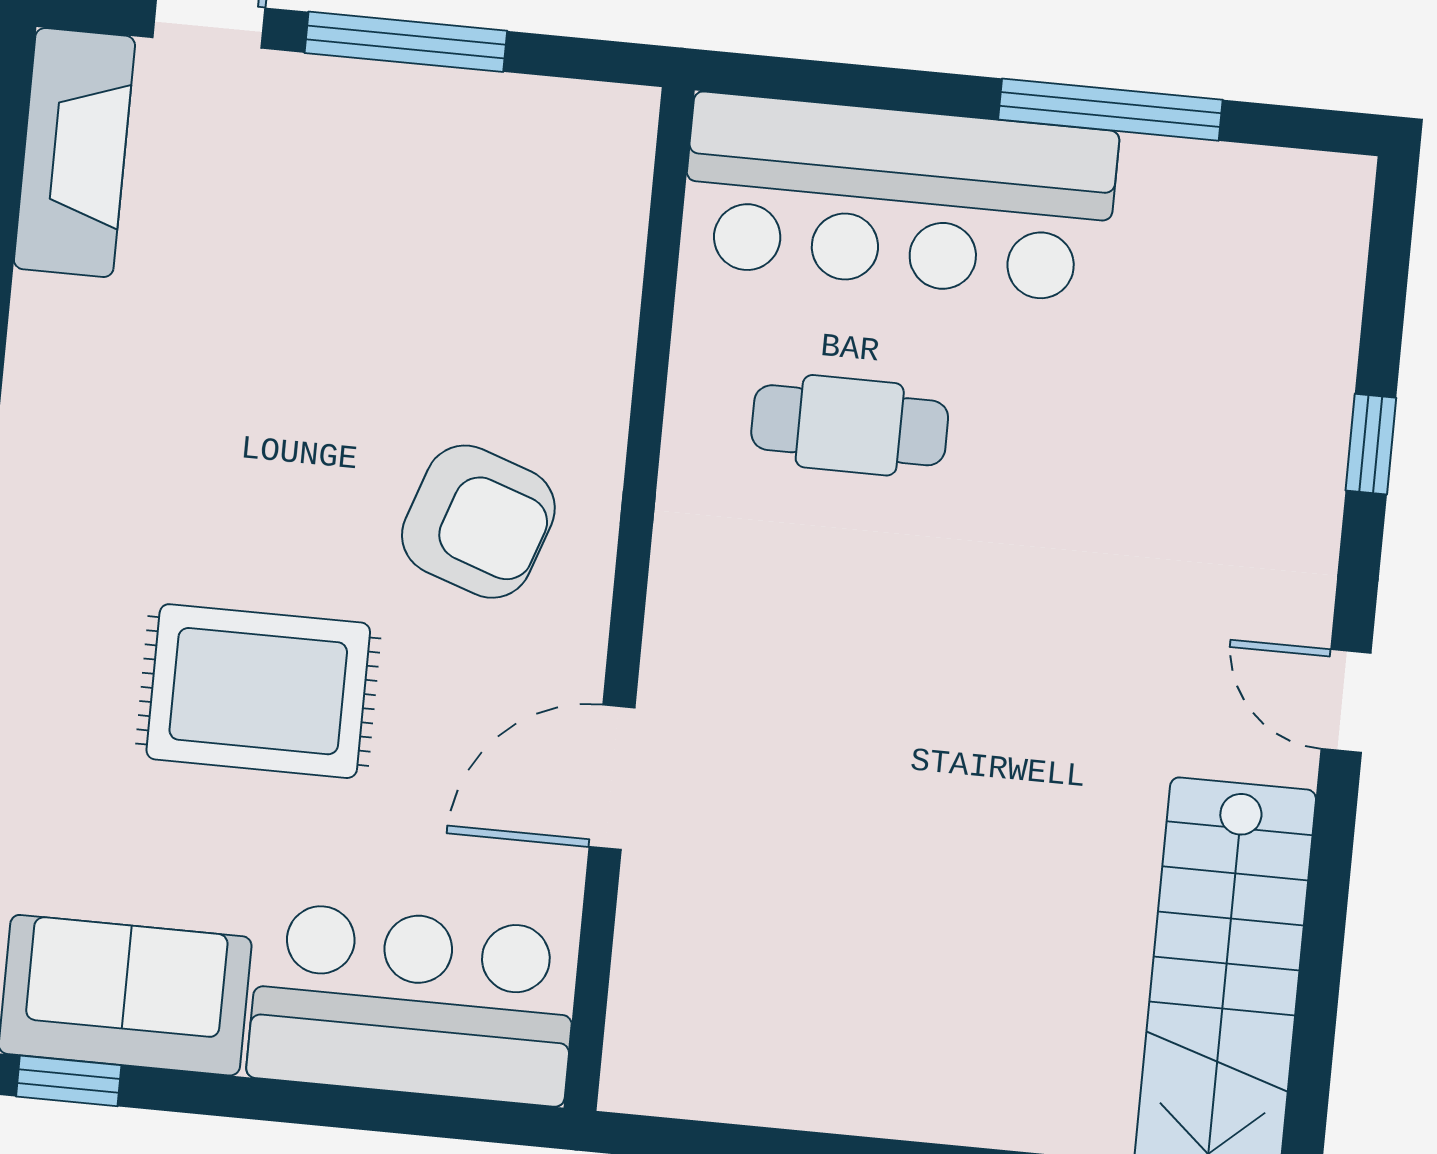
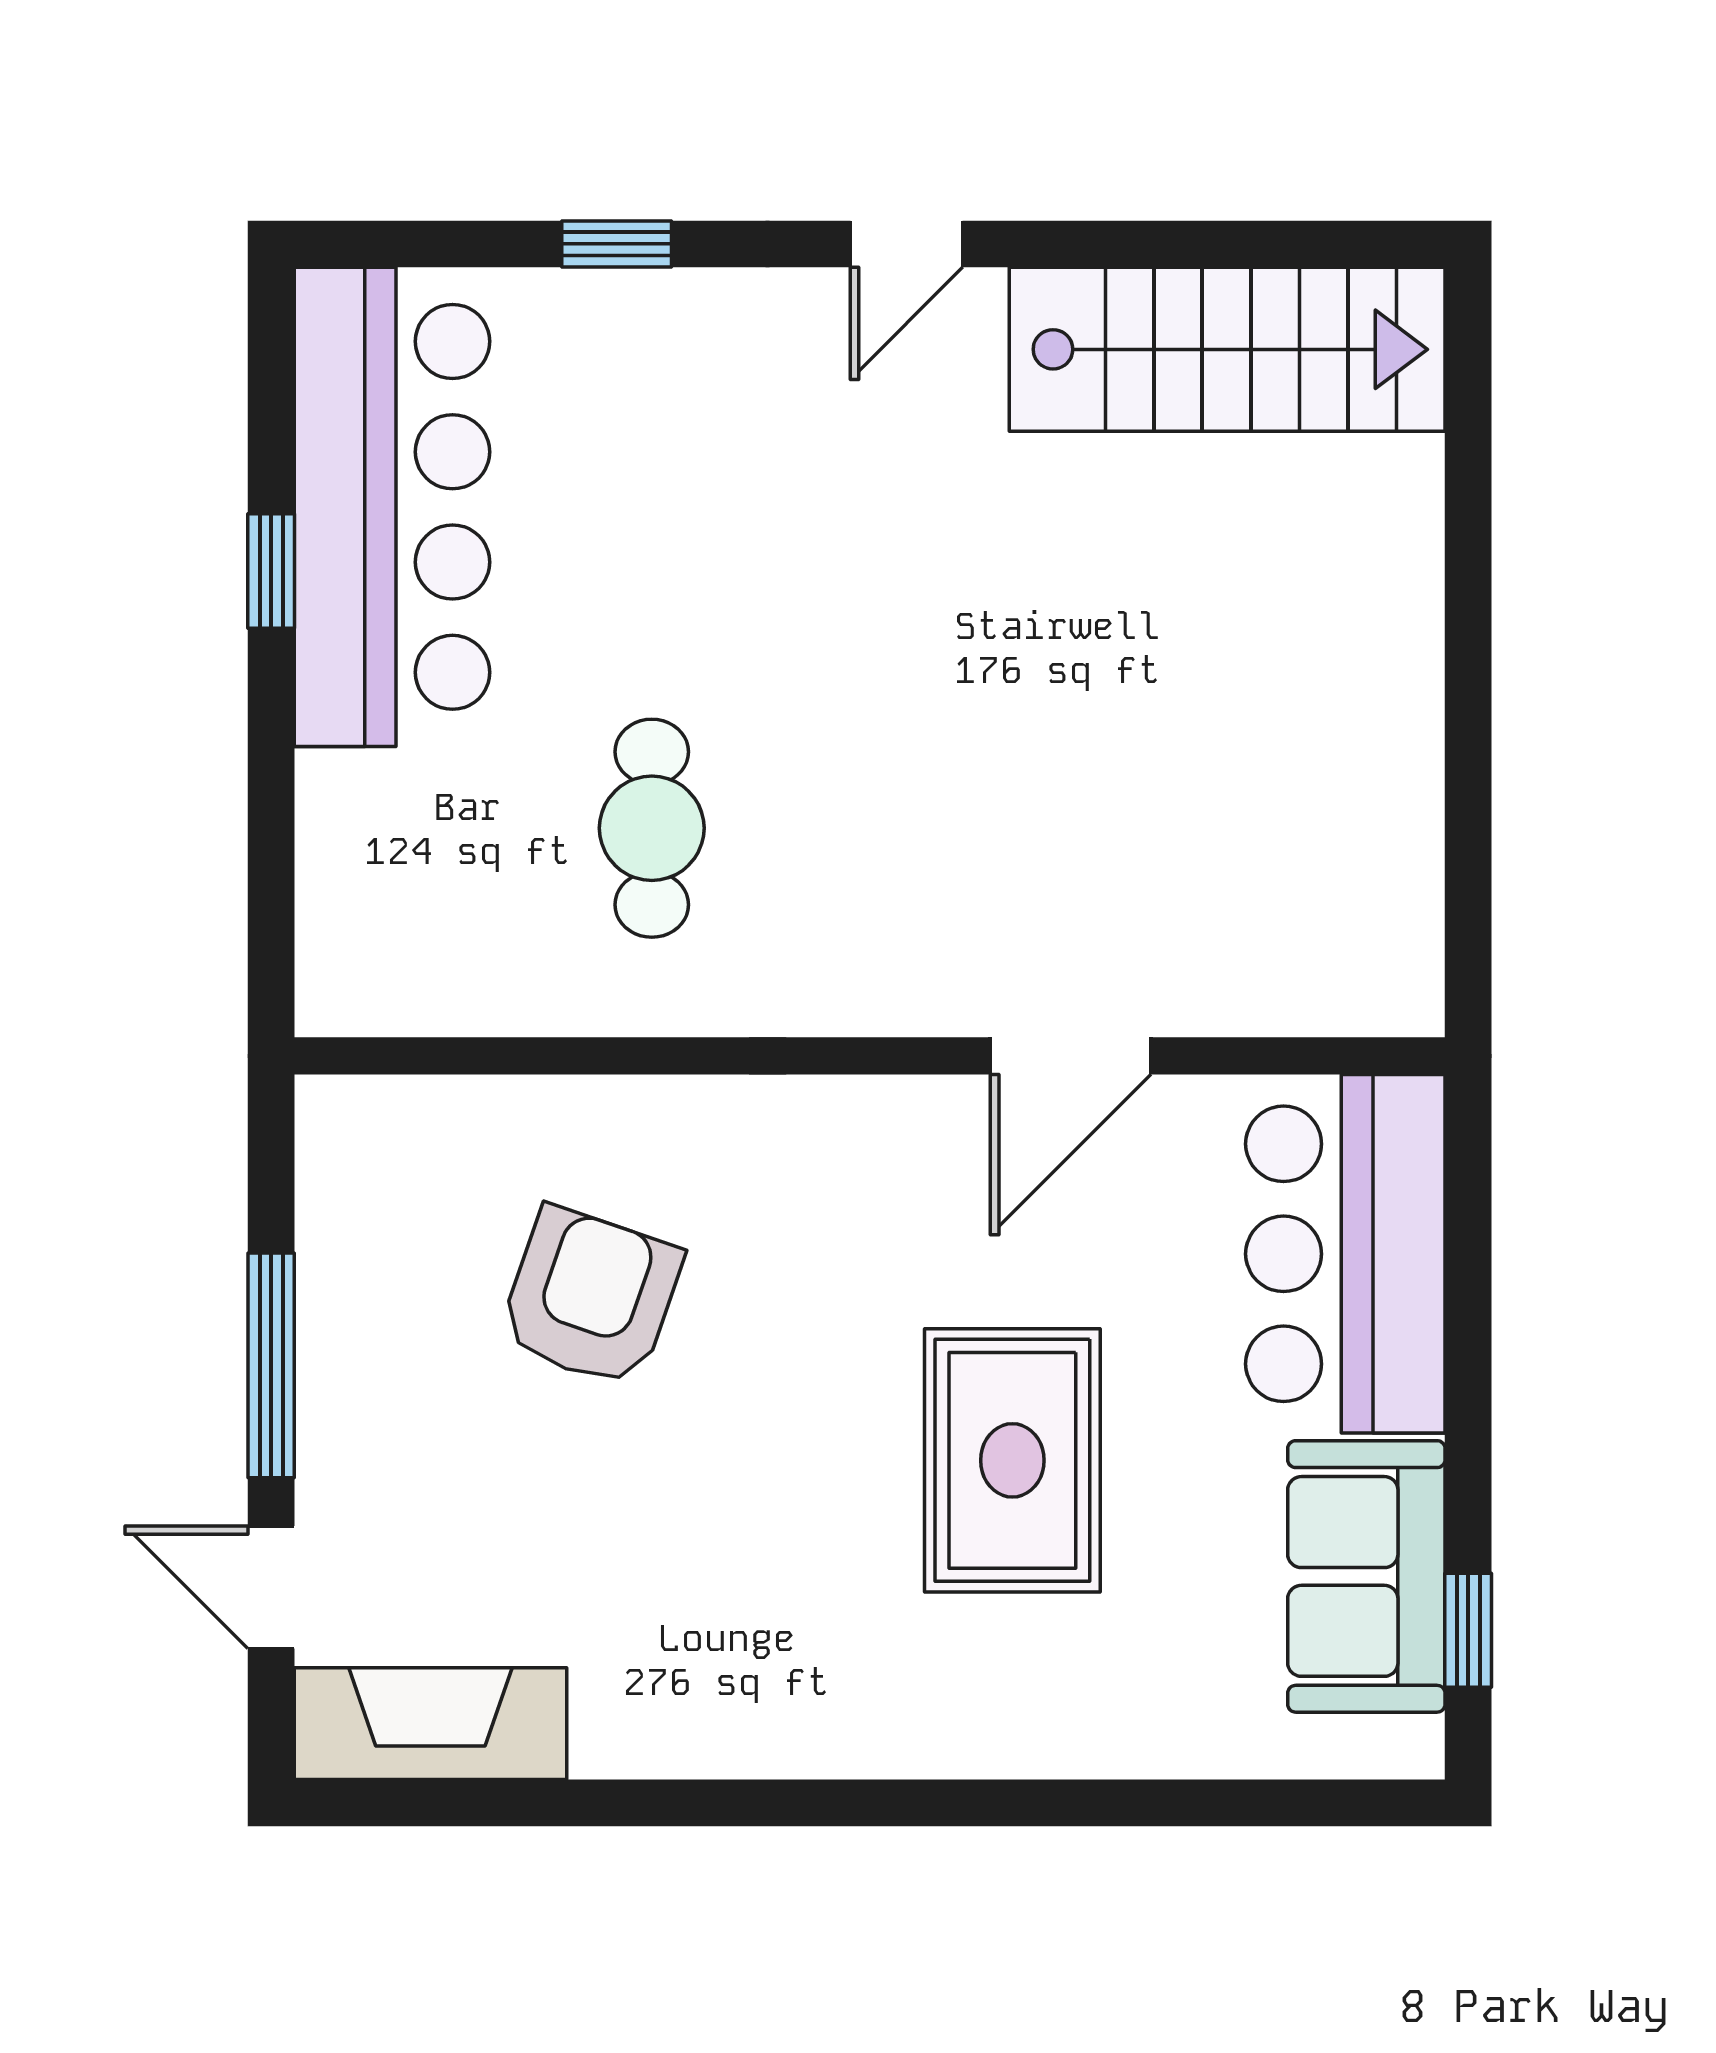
window: (1110, 110) -> (271, 571), width x0.46
bar counter: (899, 197) -> (392, 507), moved
armchair: (478, 522) -> (590, 1297), moved
door: (612, 777) -> (1071, 1056), hinge flipped

